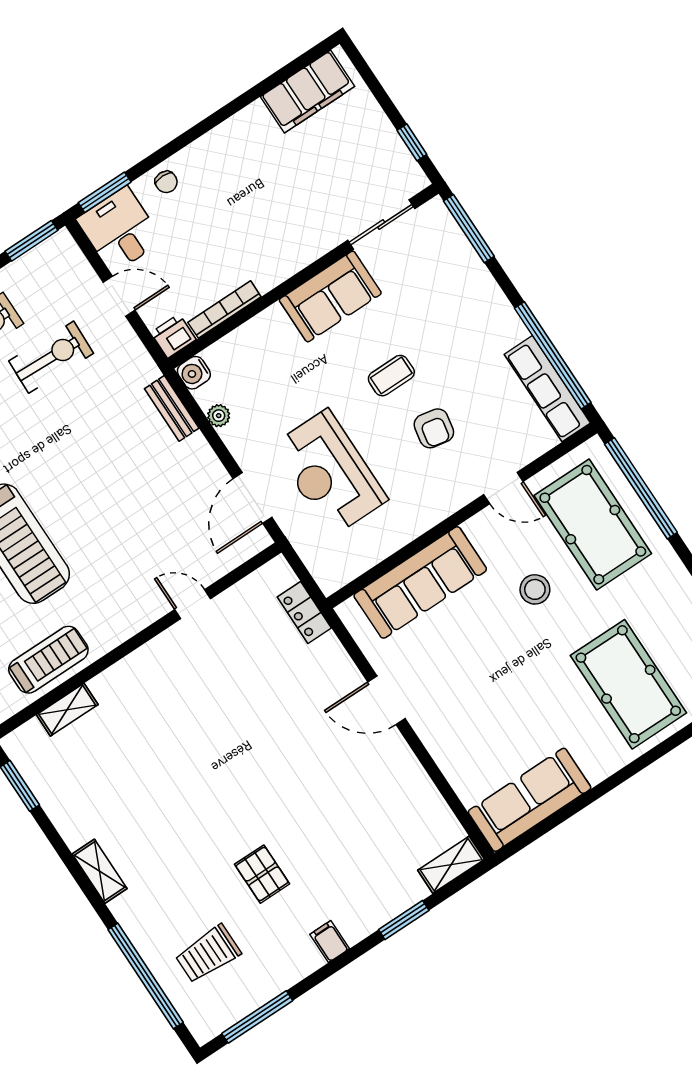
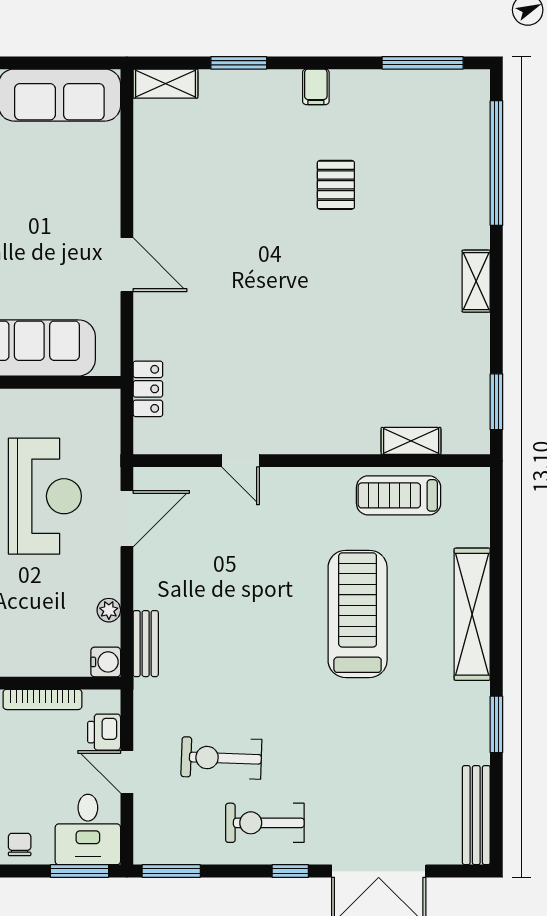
printer: (173, 336) -> (104, 732), moved, turned 90
trolley: (208, 954) -> (429, 146), removed

